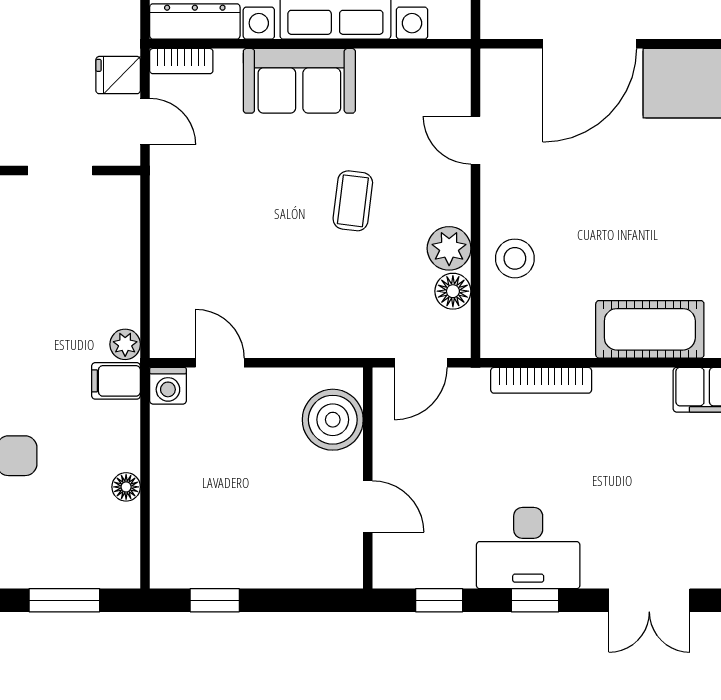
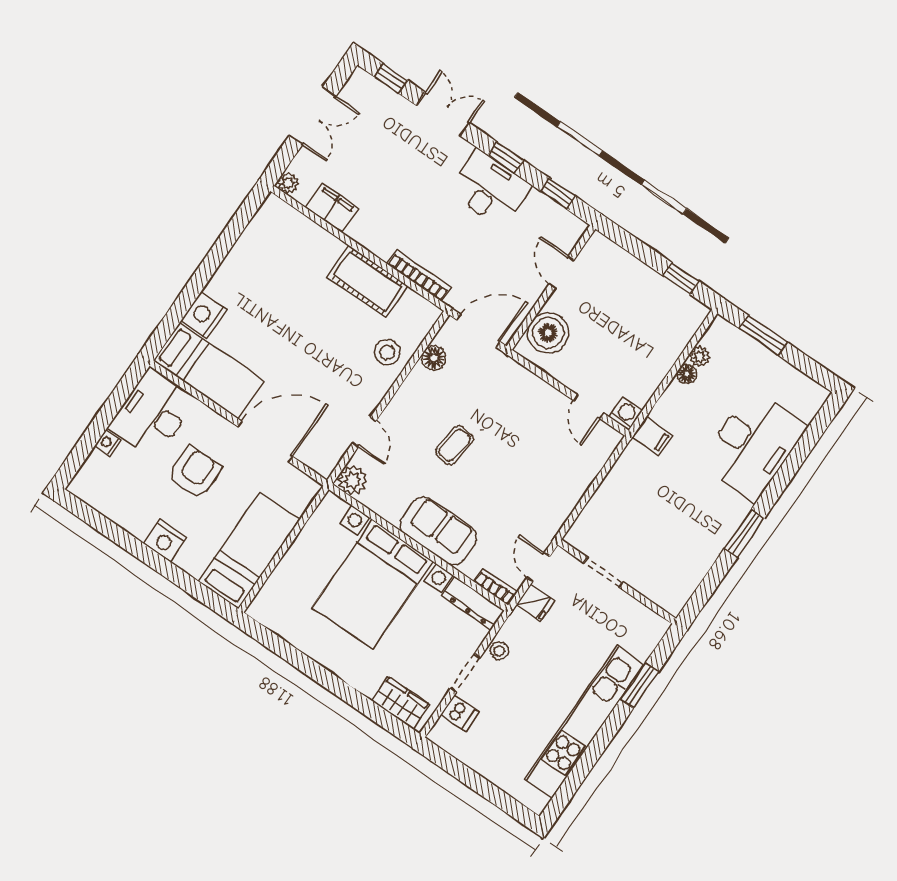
plant: (449, 248) -> (352, 480), moved
cot: (650, 329) -> (367, 281), moved
plant: (125, 344) -> (700, 357), moved
door: (421, 363) -> (478, 331), width x1.38

